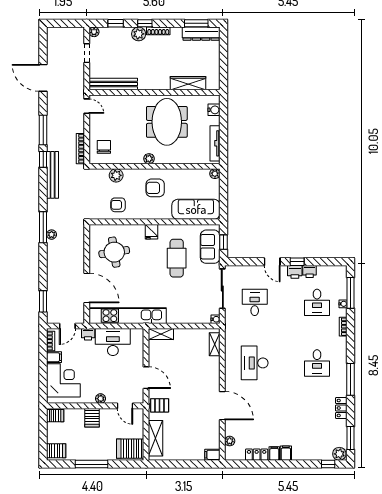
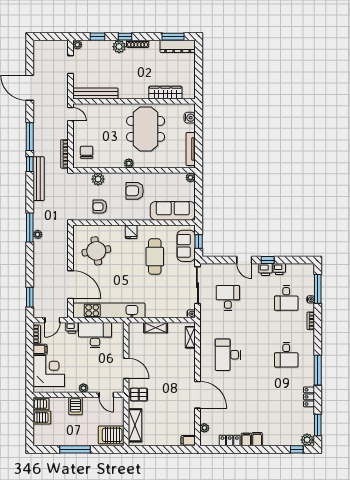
shelving: (161, 334) -> (156, 328), moved
server rack: (56, 451) -> (42, 418), moved

